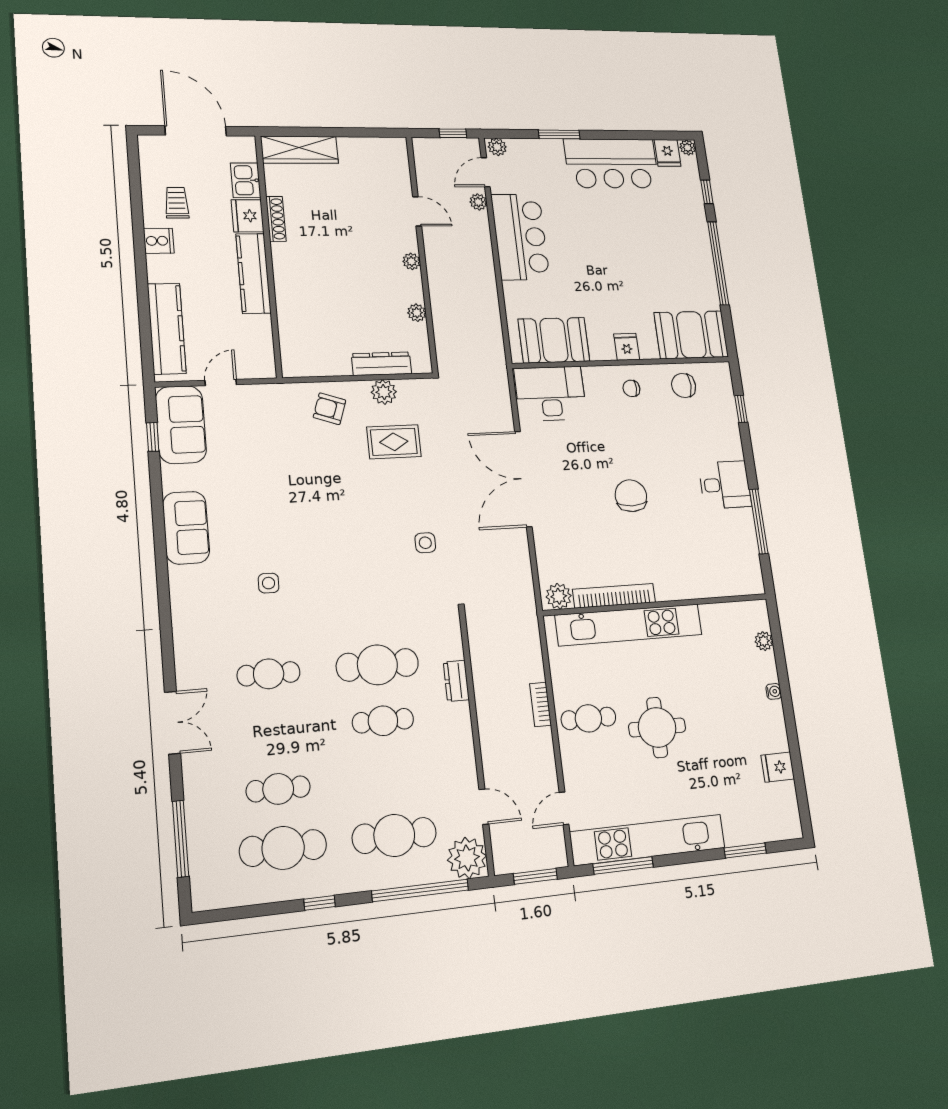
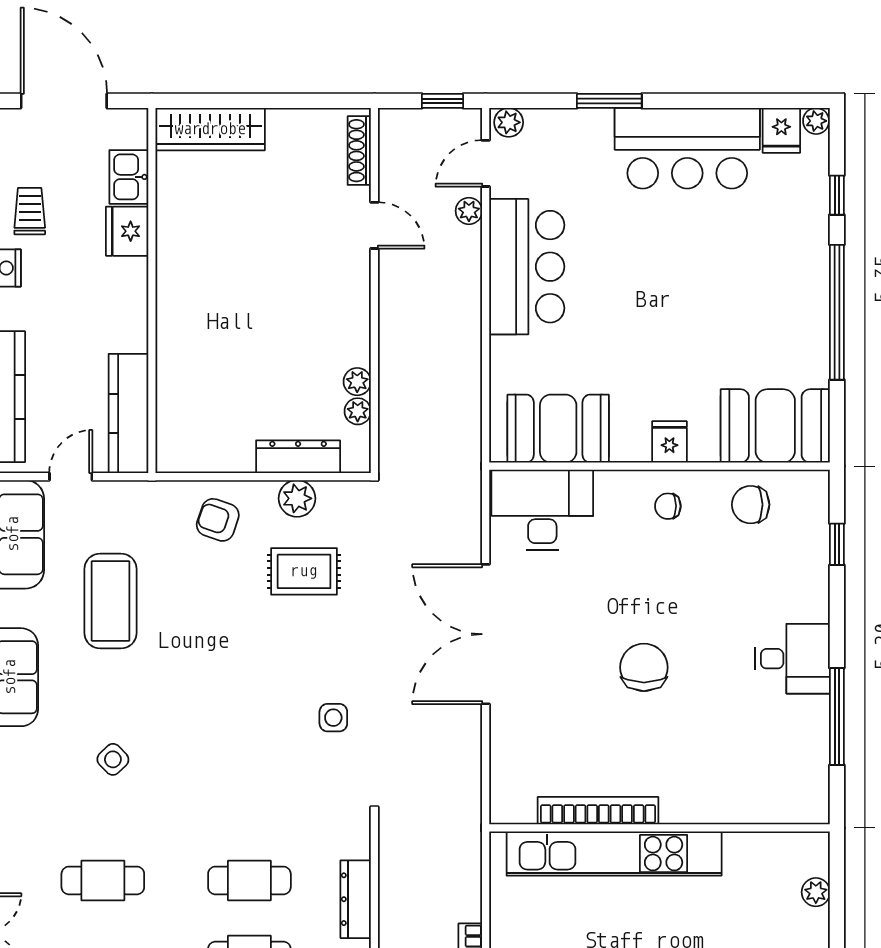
shoe rack: (276, 219) -> (359, 151), moved, turned 180
plant: (411, 261) -> (358, 411), moved
kitchen counter: (253, 273) -> (128, 413), moved
coffee table: (257, 469) -> (111, 601), added
side table: (269, 583) -> (113, 759), turned 45
plant: (559, 596) -> (516, 806), removed
cafe table: (377, 665) -> (249, 880), width x0.73, depth x0.74
dresser: (456, 681) -> (356, 899), width x1.44

